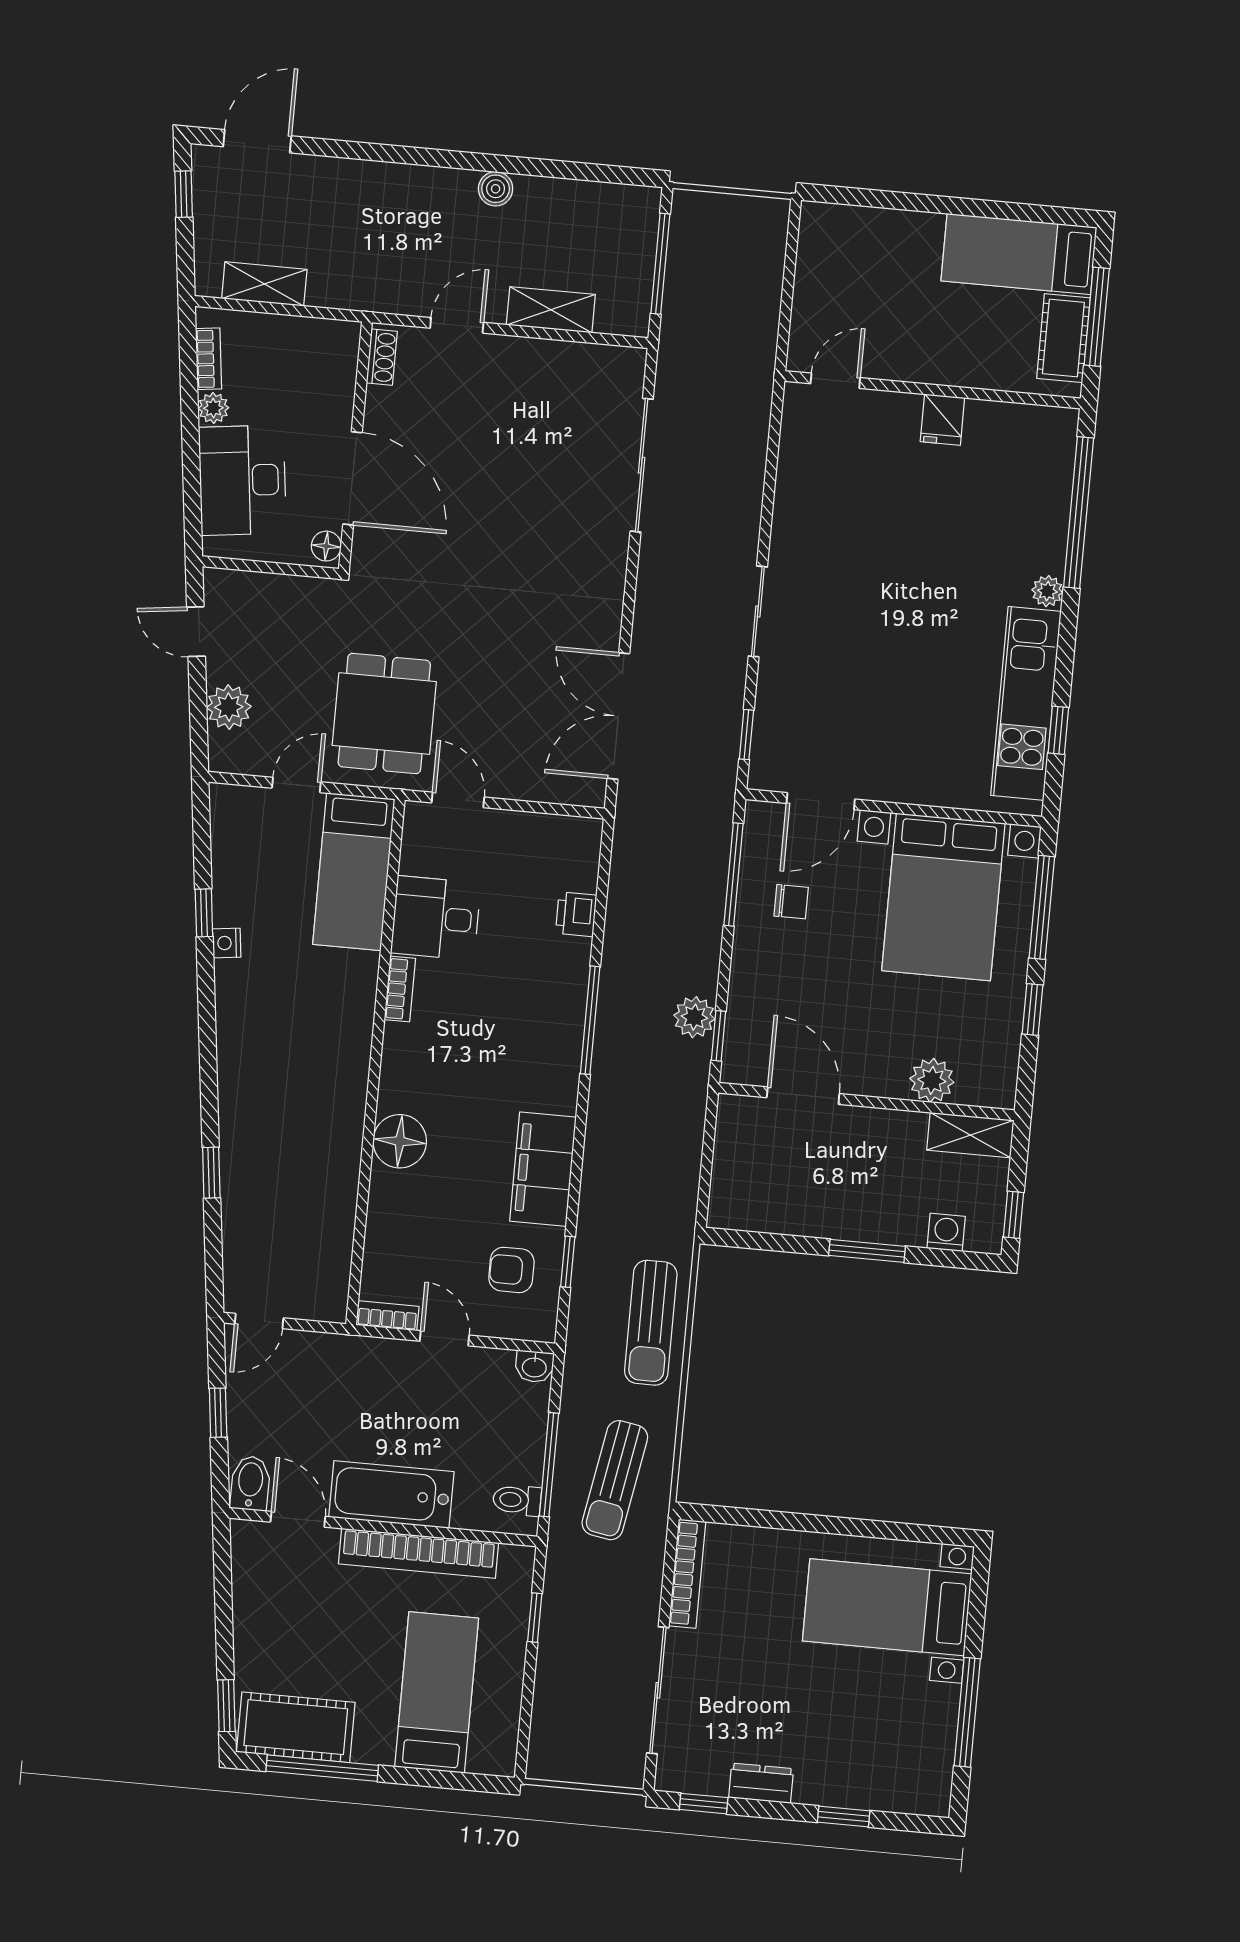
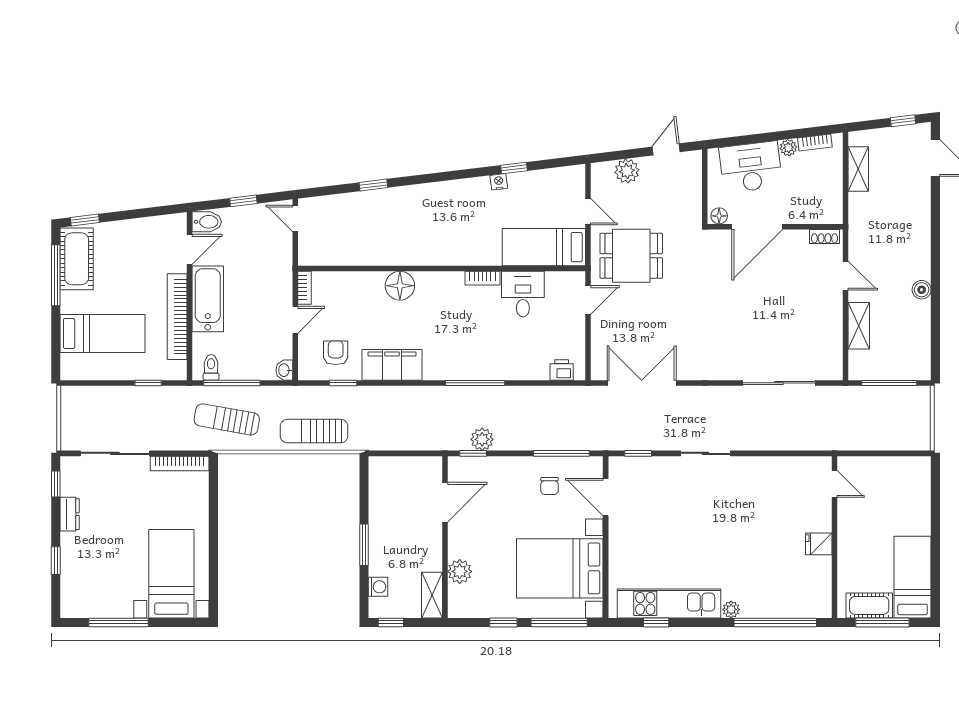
printer: (576, 914) -> (562, 370), moved

